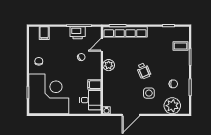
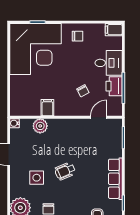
row of seats: (125, 32) -> (115, 179), moved, width x0.73
filing cabinet: (44, 33) -> (114, 30), moved
door: (102, 45) -> (99, 117), hinge flipped
plant: (109, 65) -> (40, 126), moved
desk: (90, 100) -> (109, 63), moved, turned -90

